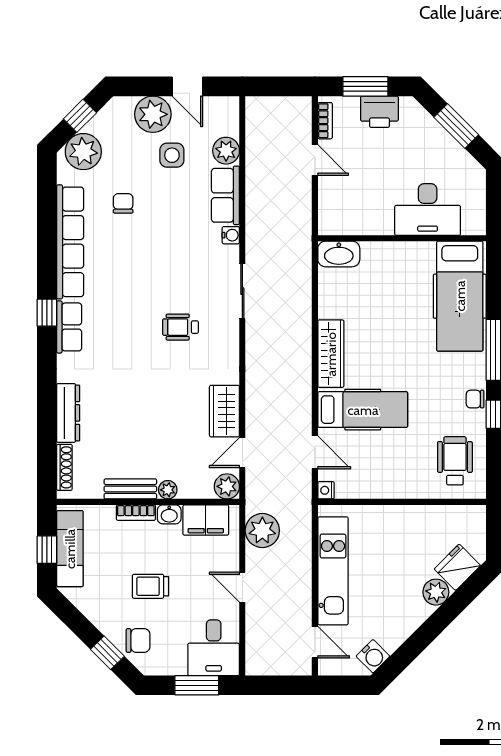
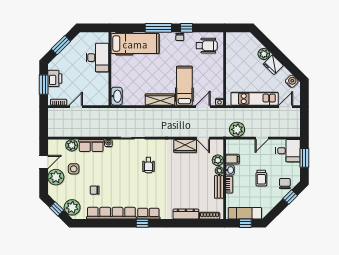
wheelchair: (455, 461) -> (207, 46), turned 180
plant: (227, 486) -> (218, 160), moved
filing cabinet: (206, 520) -> (232, 159), width x0.50
fridge: (457, 567) -> (273, 65), moved

